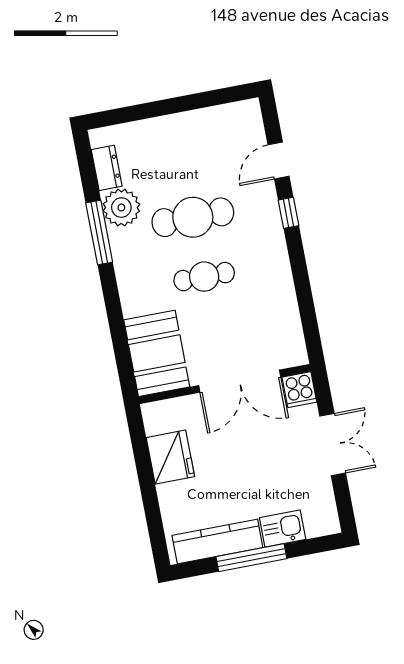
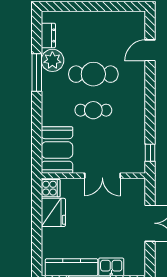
window: (288, 213) -> (150, 153), moved
double door: (240, 381) -> (102, 176), width x0.73
cooker: (299, 390) -> (51, 188), moved, turned -90

